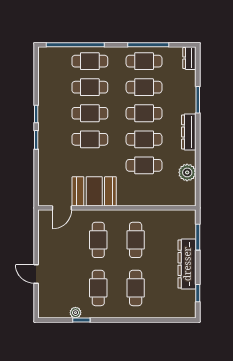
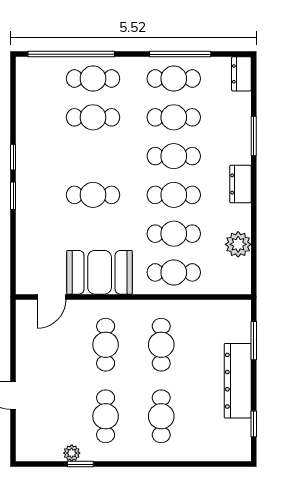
cafe table: (90, 113) -> (174, 272), moved
dresser: (189, 132) -> (240, 184), width x0.70

